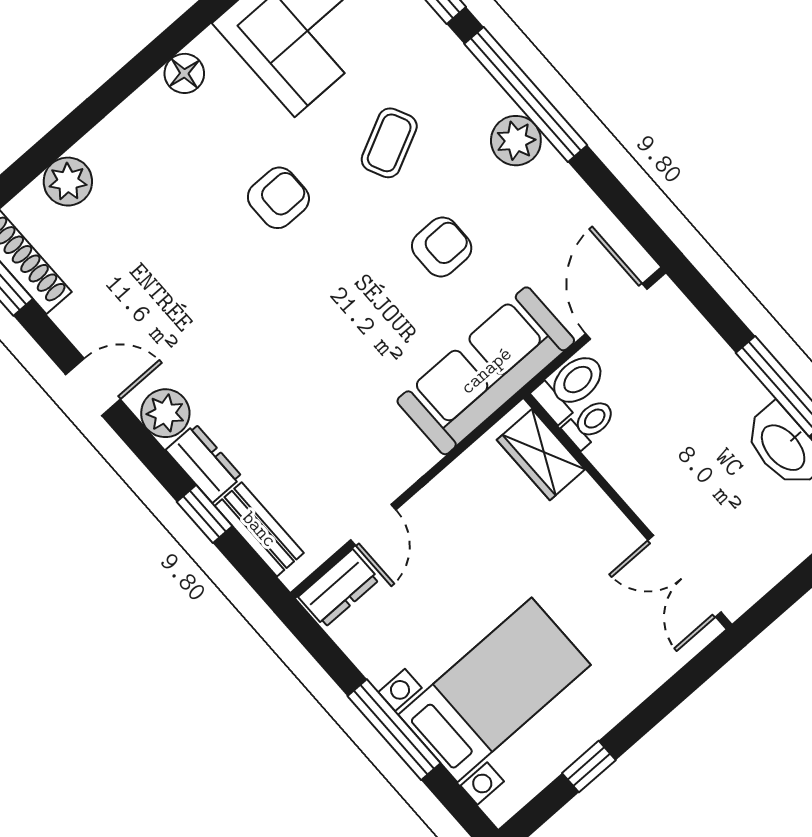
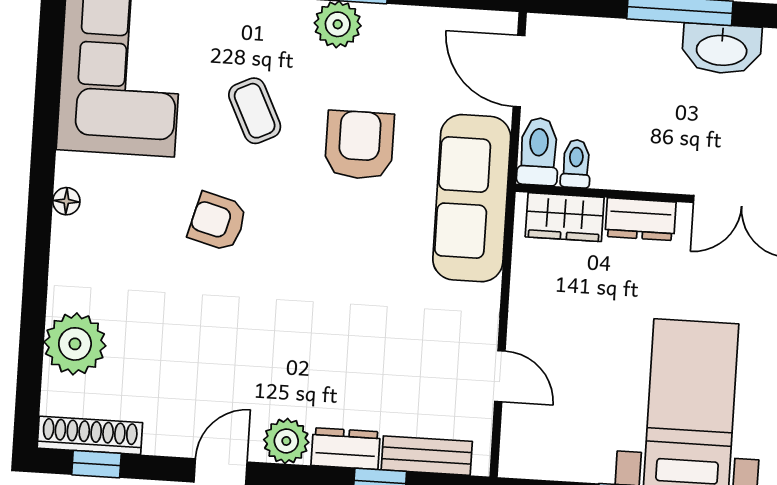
floor lamp: (184, 73) -> (66, 201), width x0.73, depth x0.73
plant: (68, 182) -> (75, 344), width x1.36, depth x1.36
armchair: (278, 198) -> (218, 222), turned -75
armchair: (442, 247) -> (359, 145), width x1.38, depth x1.38
dresser: (339, 588) -> (641, 219), moved, turned 90

